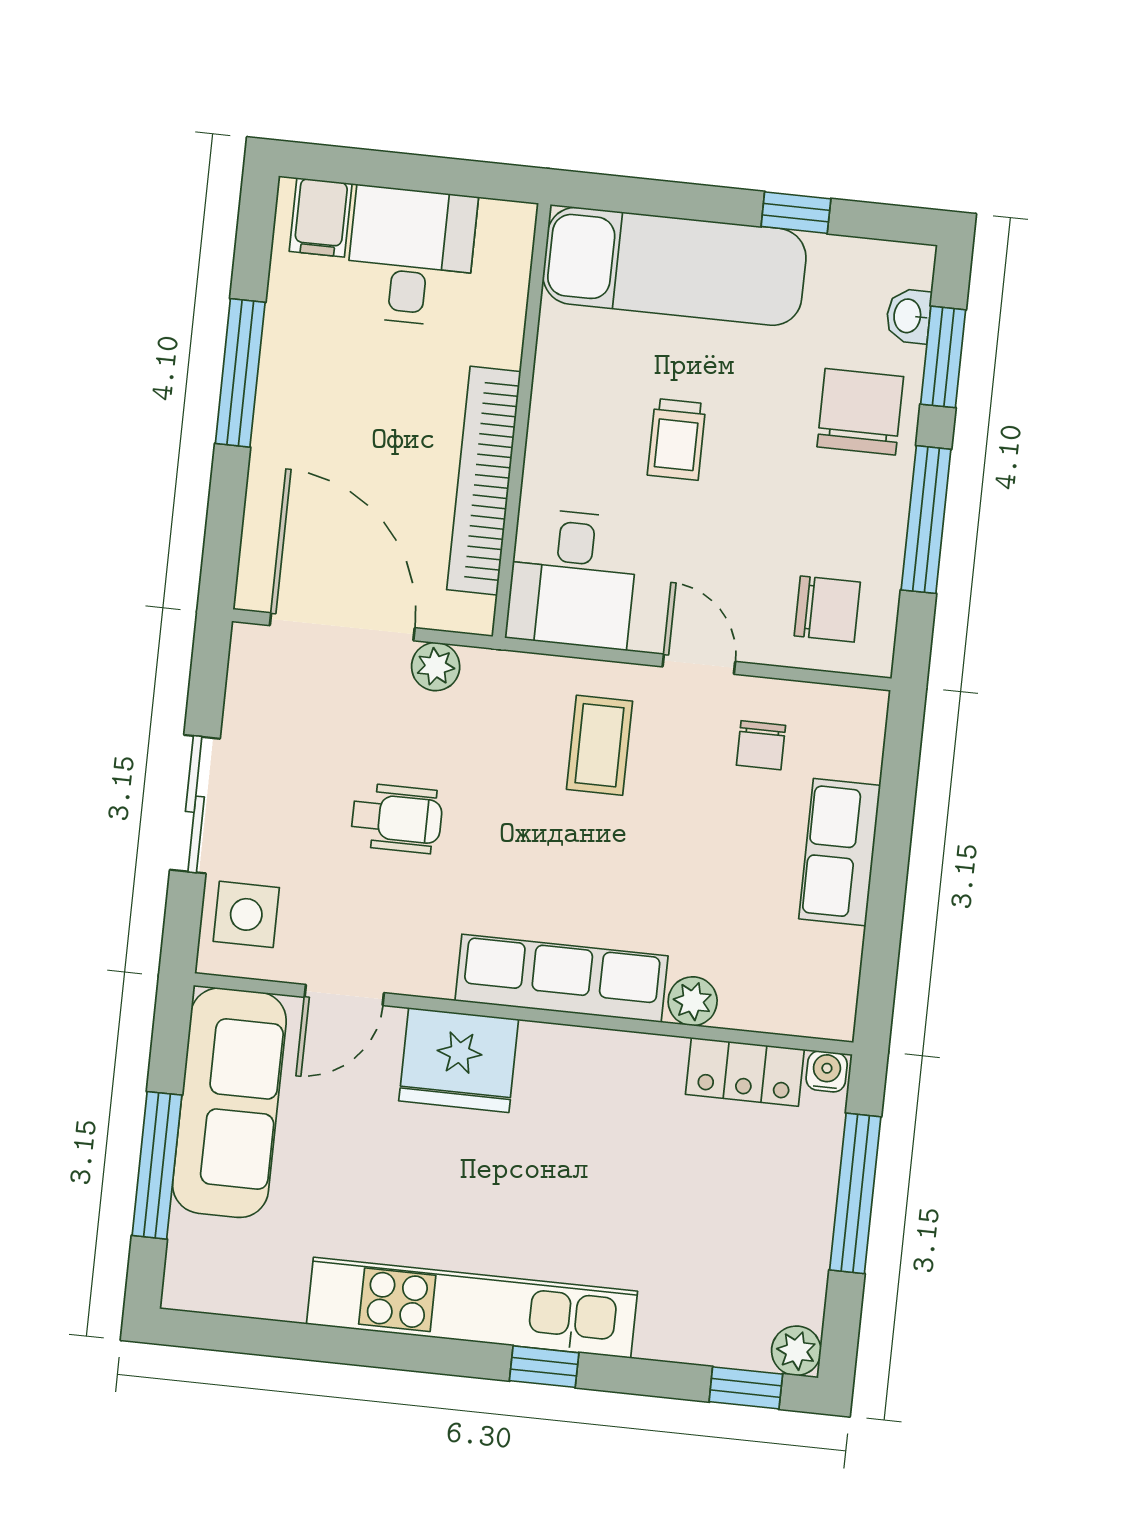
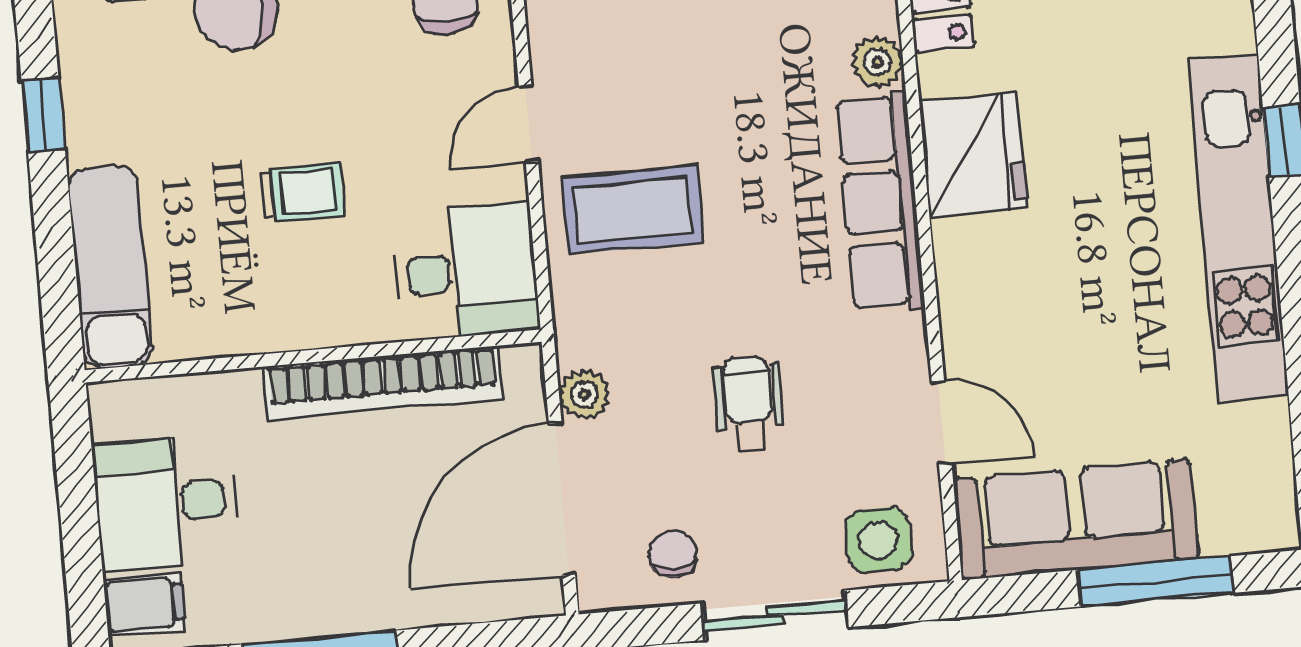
exam couch: (674, 266) -> (110, 267), width x0.73, depth x0.69
coffee table: (600, 745) -> (632, 210), width x1.36, depth x1.30
chair: (761, 745) -> (673, 554), moved, turned -90
fridge: (459, 1060) -> (973, 155), moved

